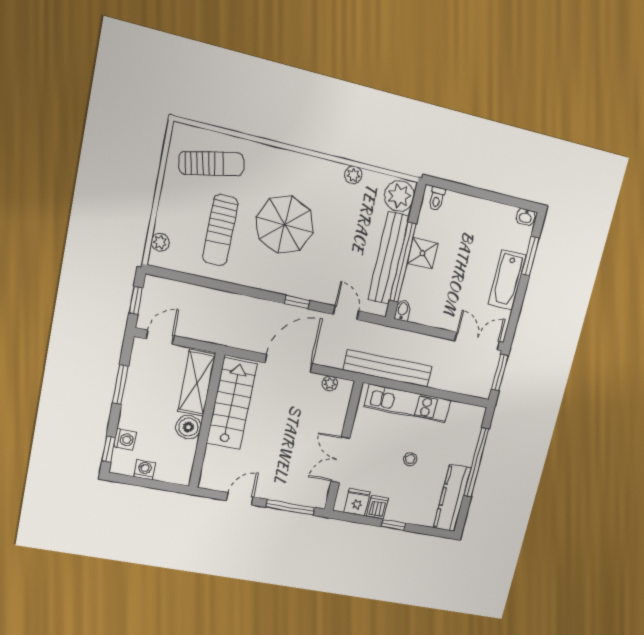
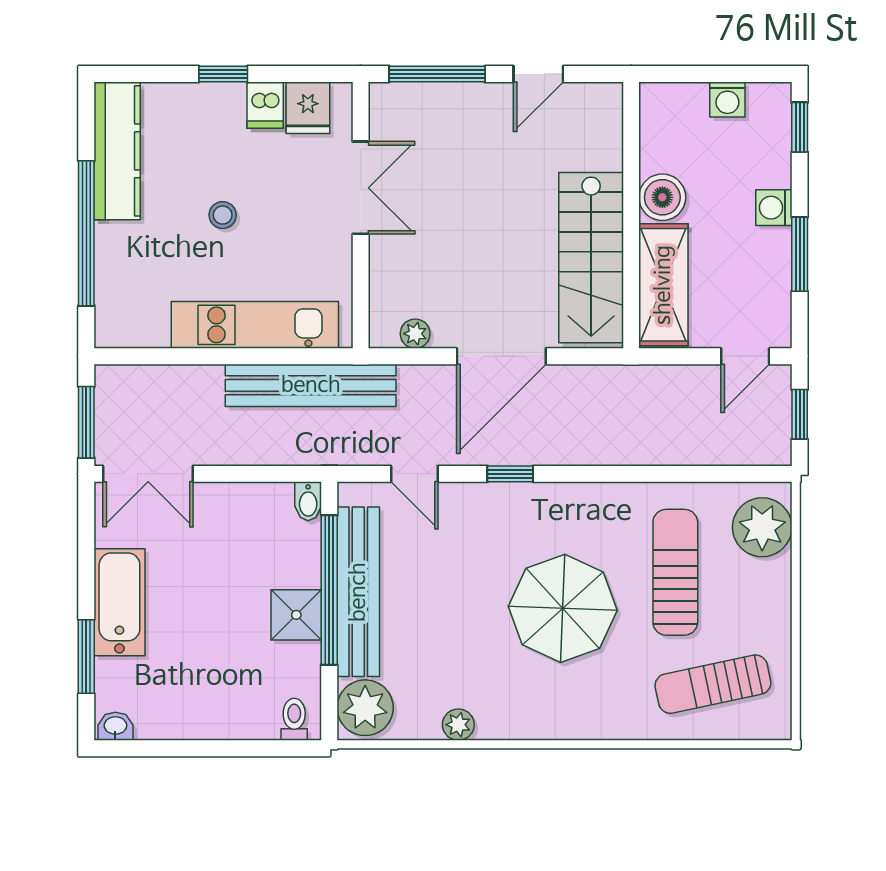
plant: (160, 242) -> (762, 527), width x1.87, depth x1.87
washing machine: (125, 439) -> (774, 208), moved

